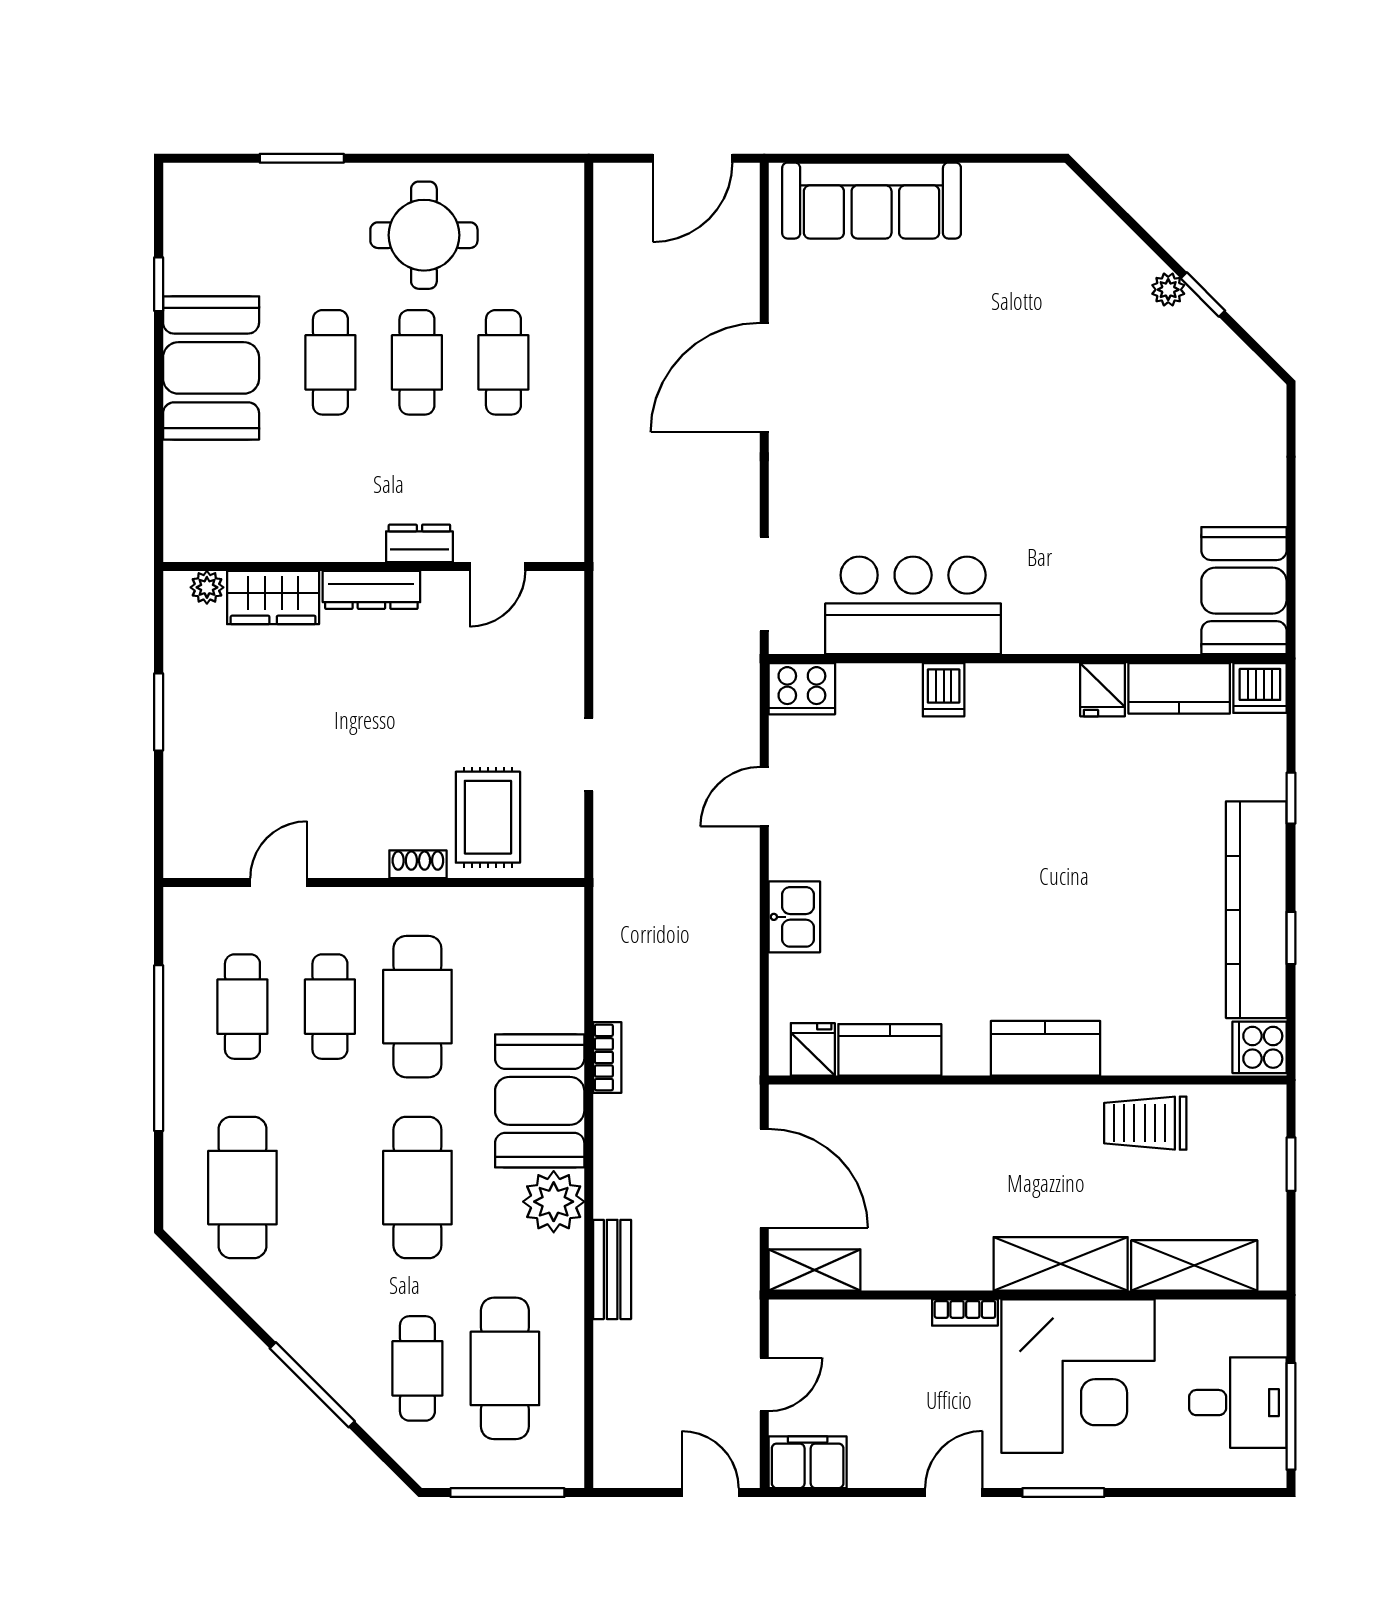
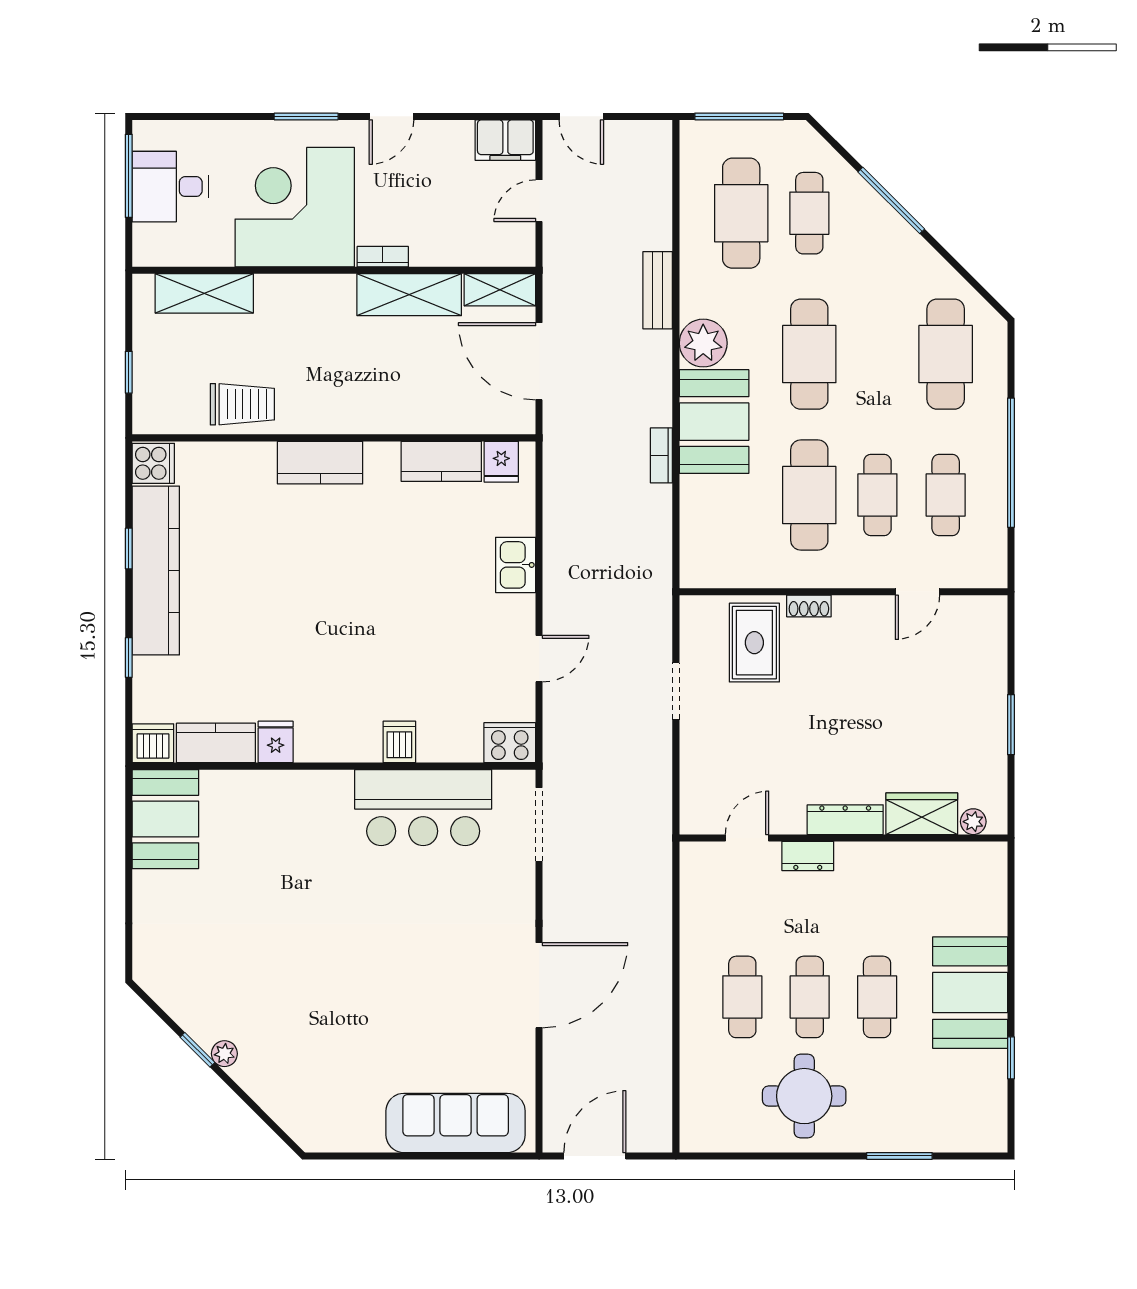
shelving: (1061, 1264) -> (409, 295), moved

